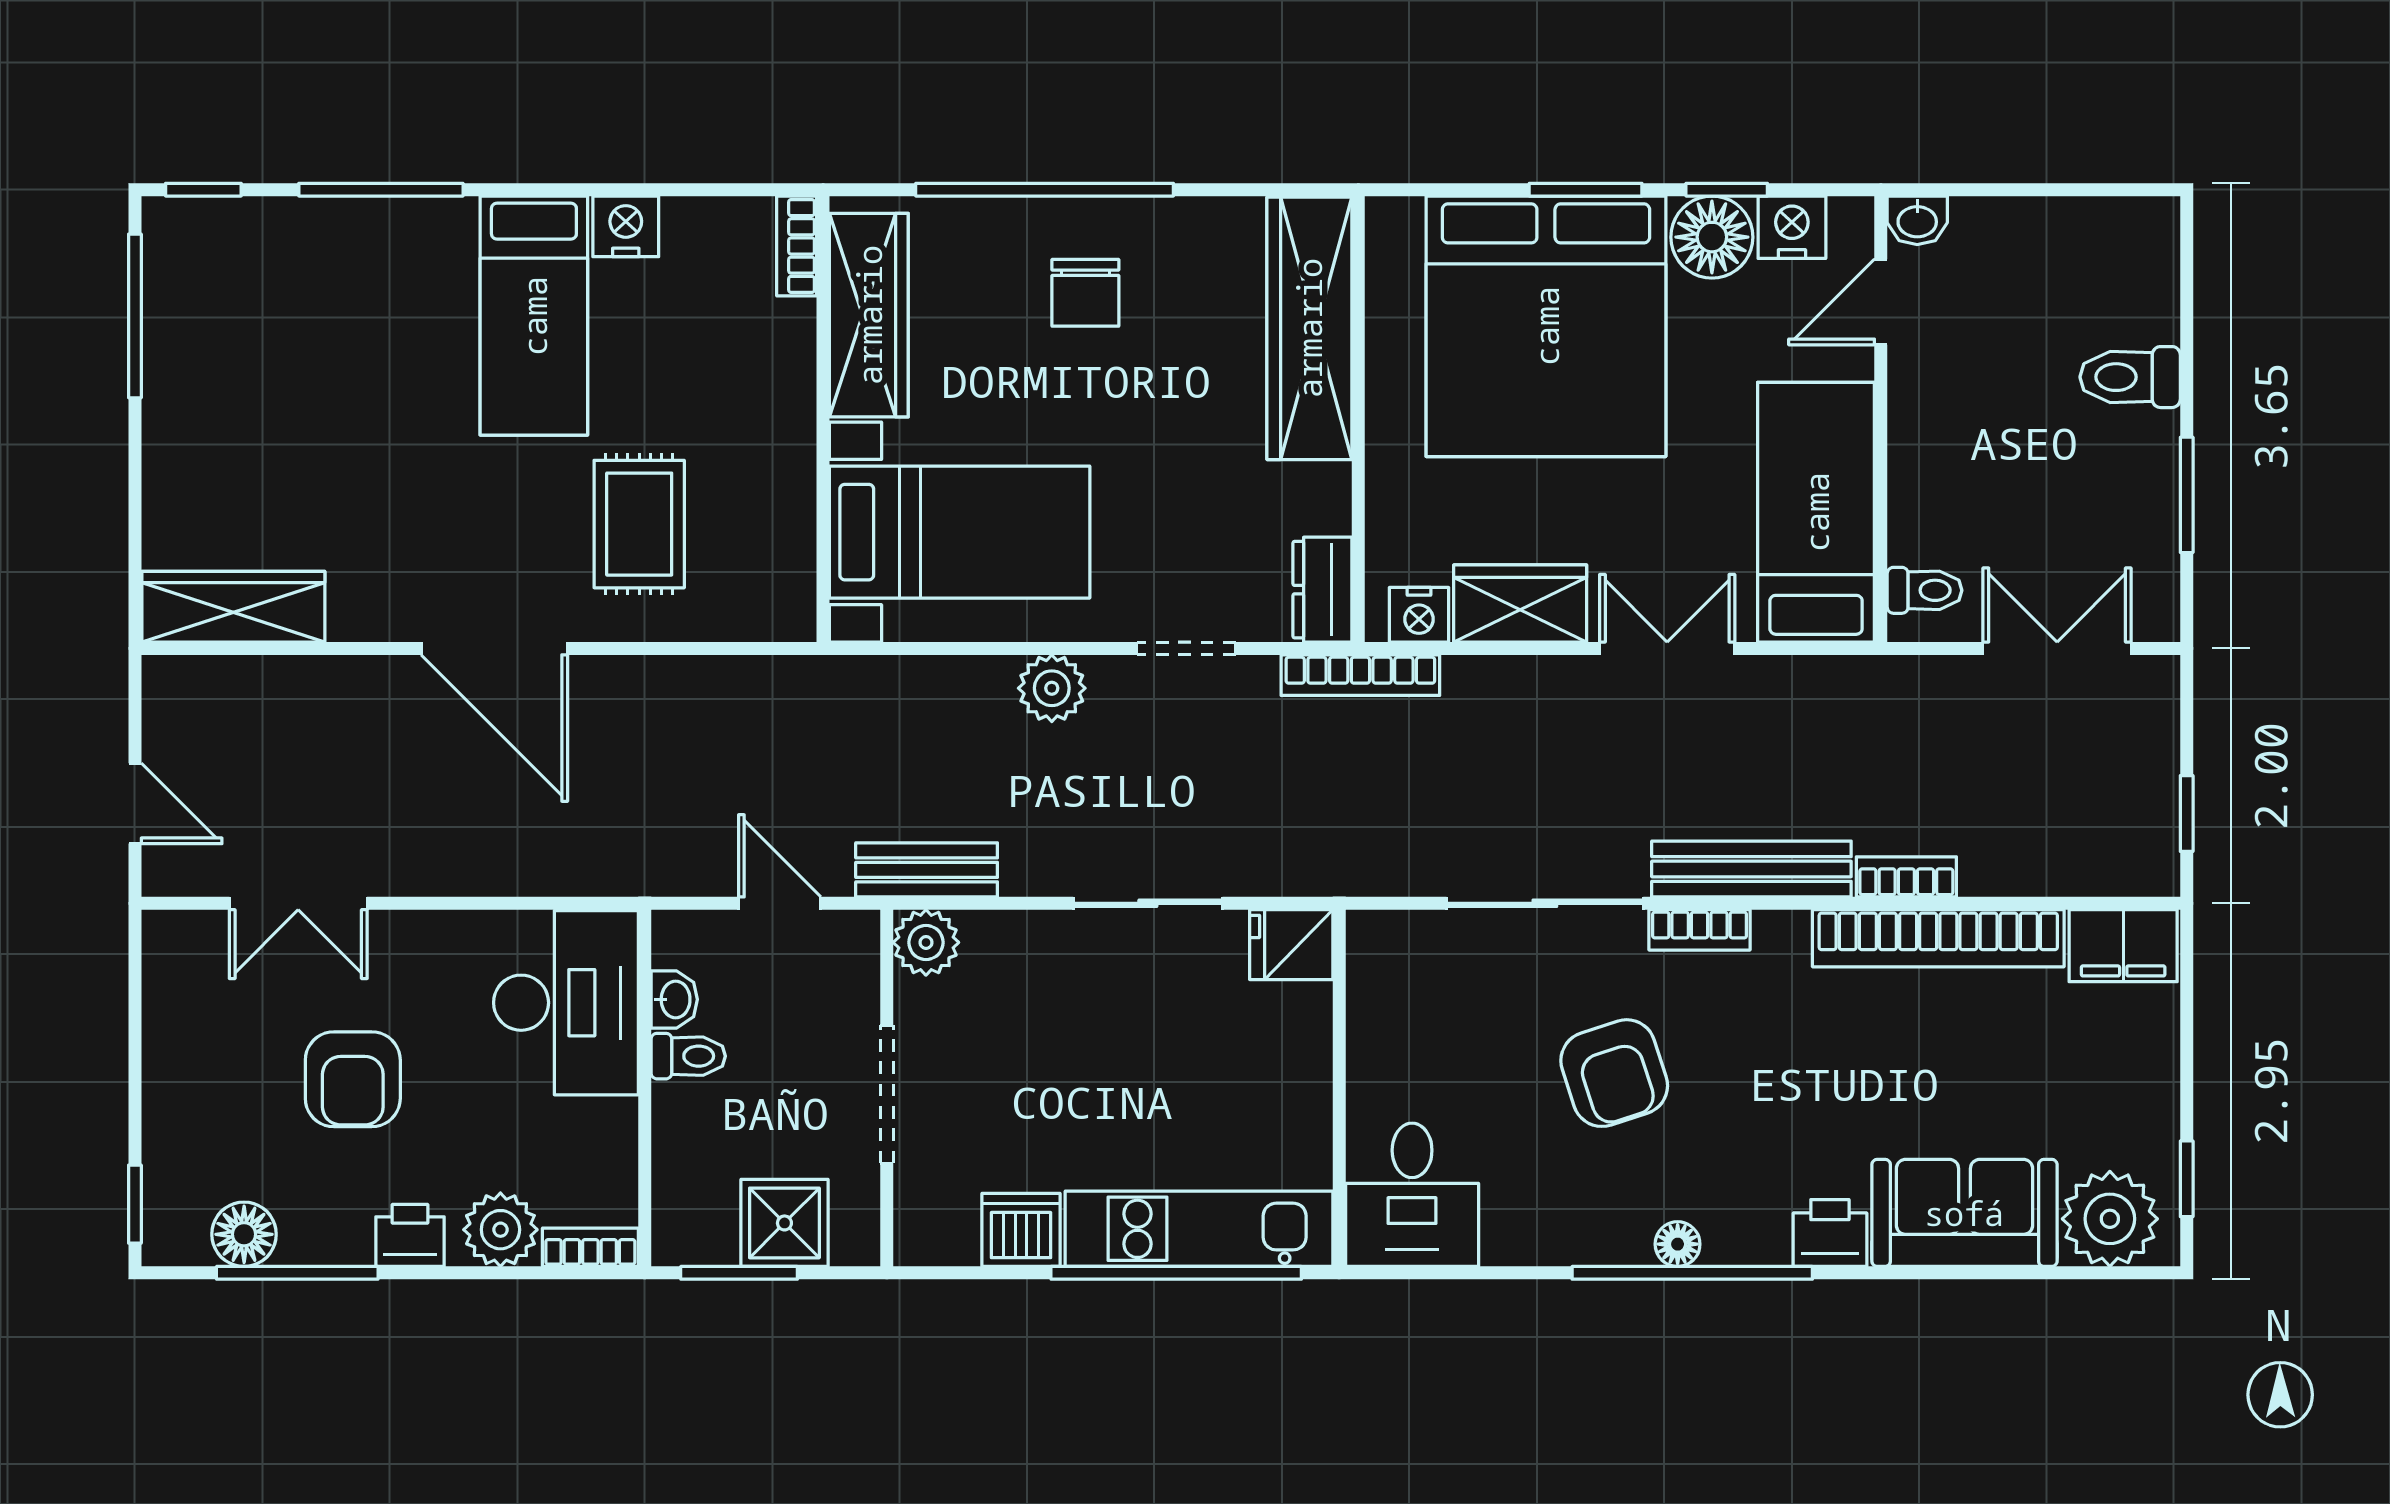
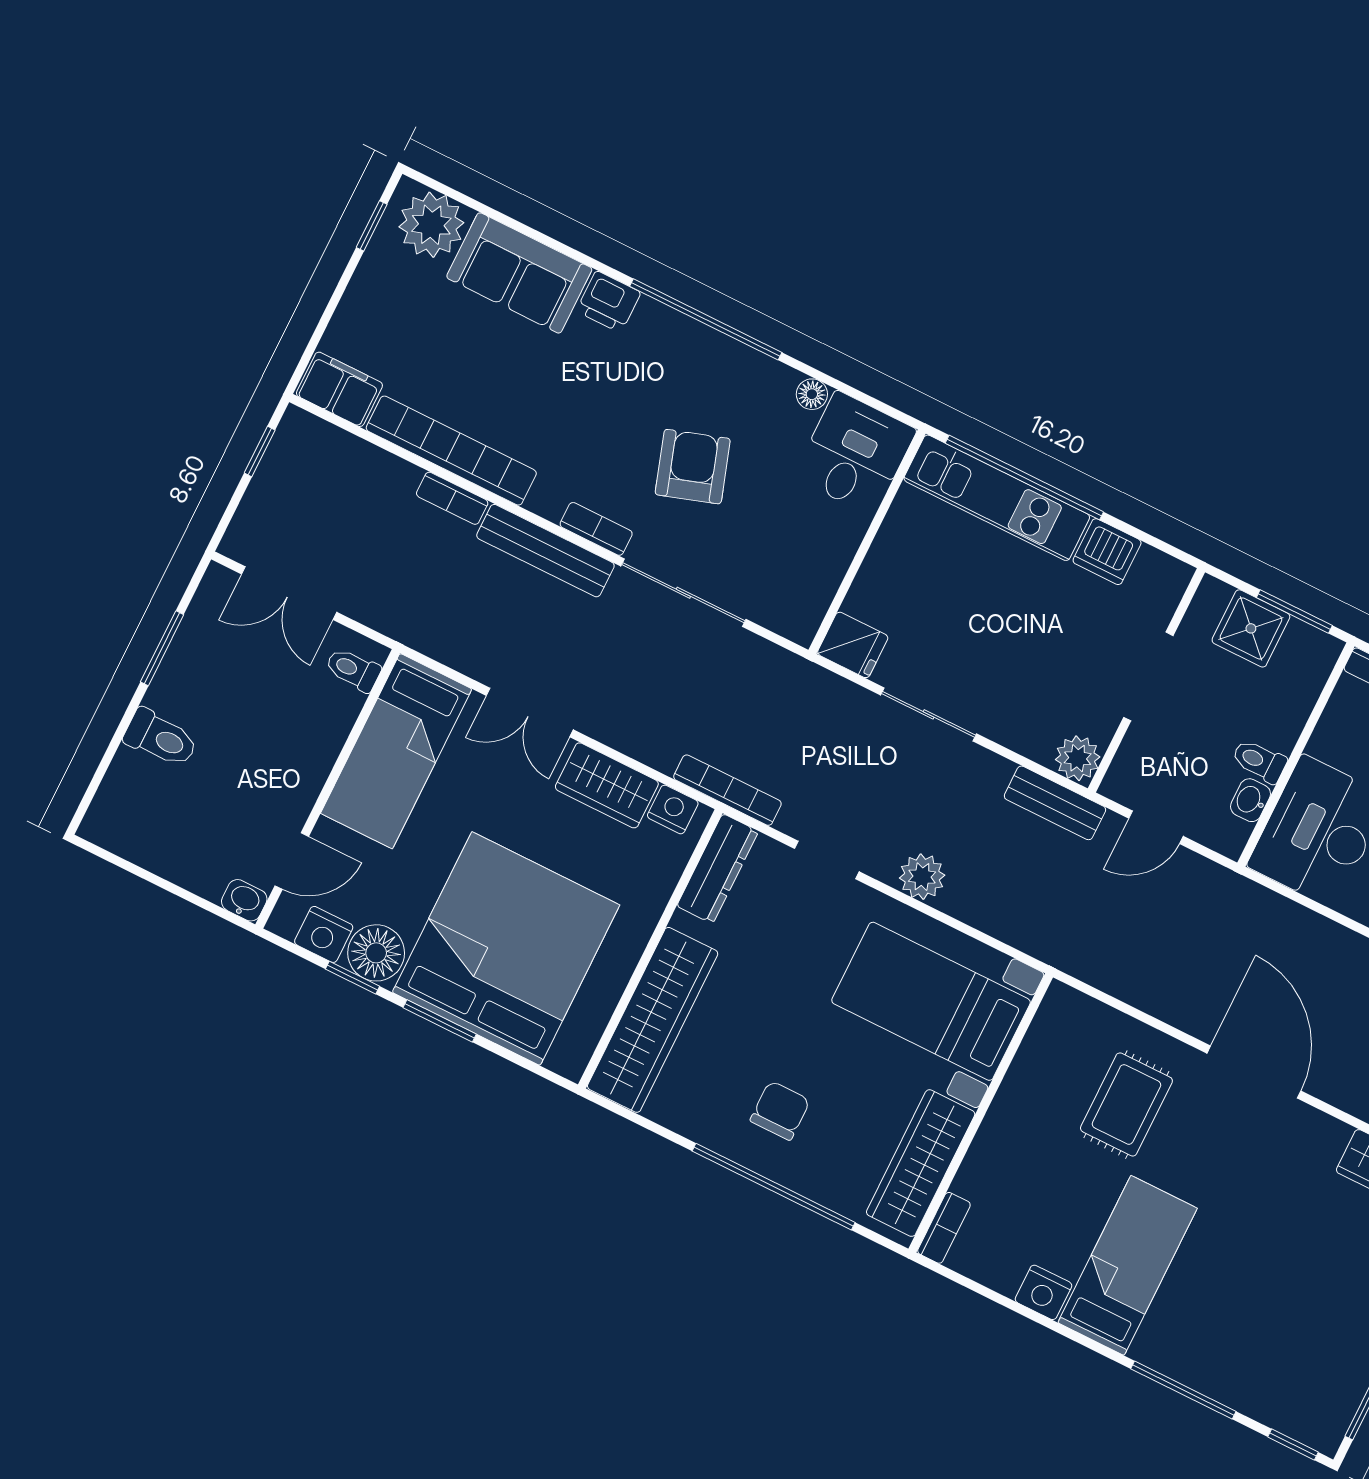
dresser: (1322, 590) -> (718, 869), width x1.44
door: (780, 903) -> (1156, 827), hinge flipped
floor lamp: (1678, 1244) -> (812, 394), moved

